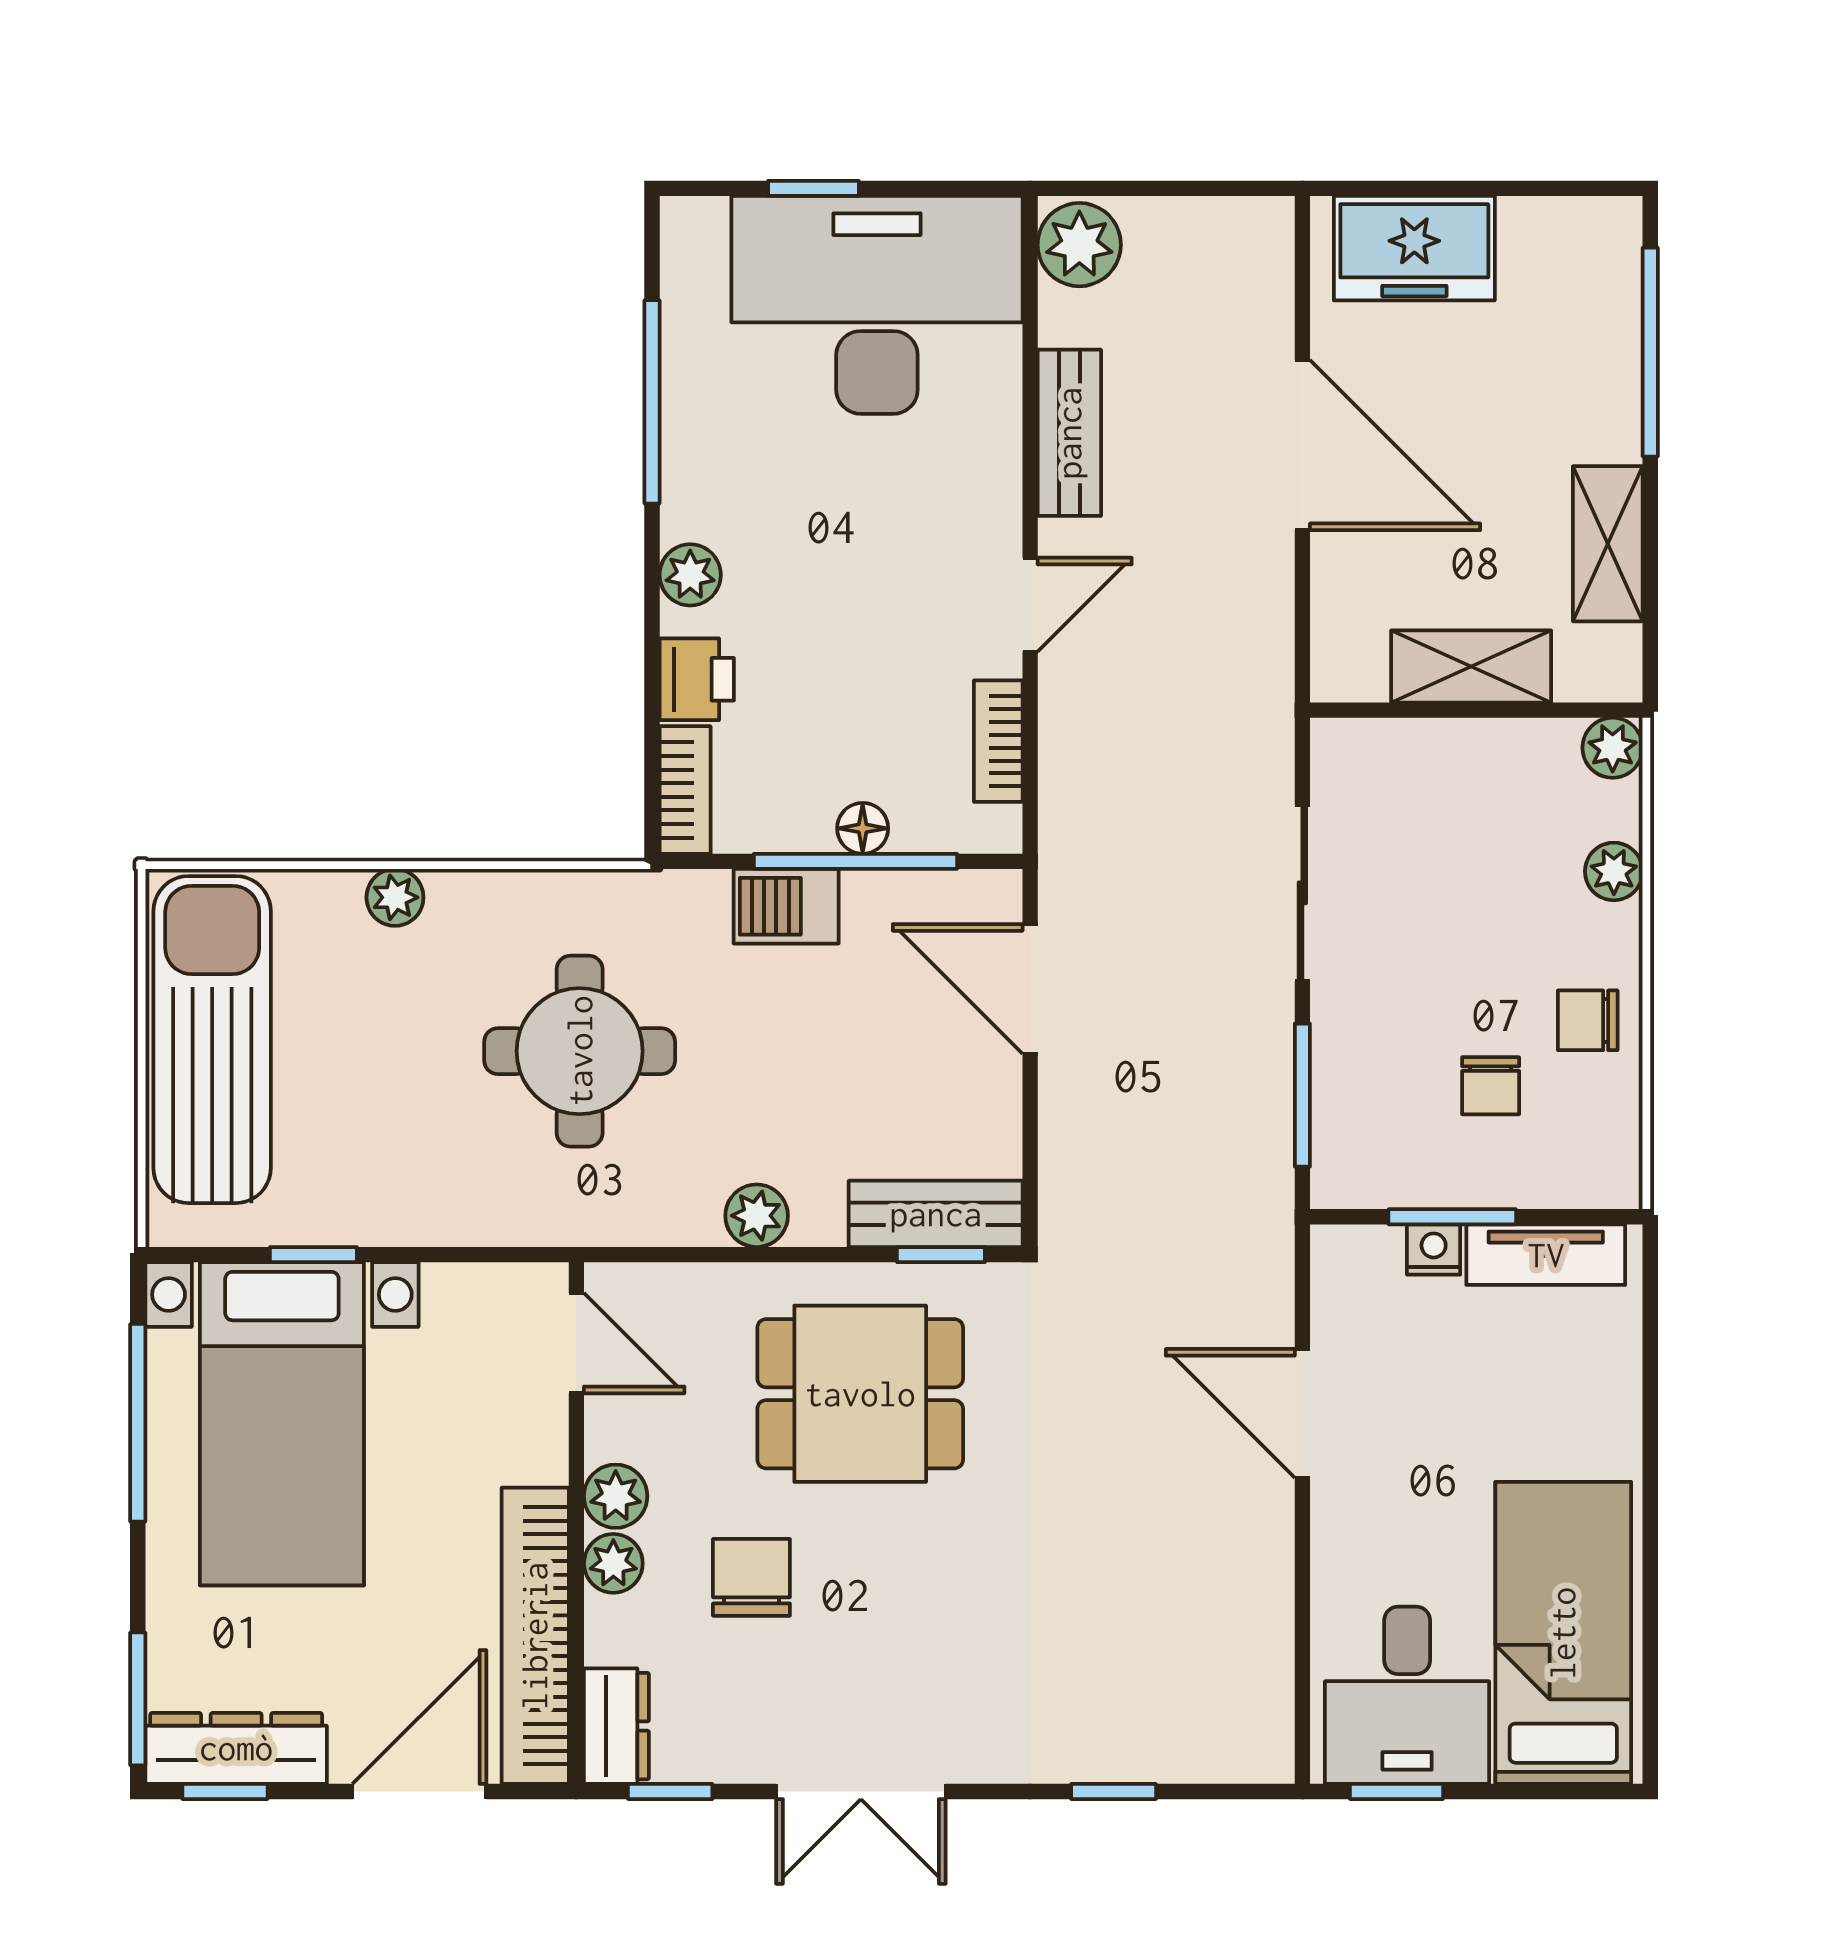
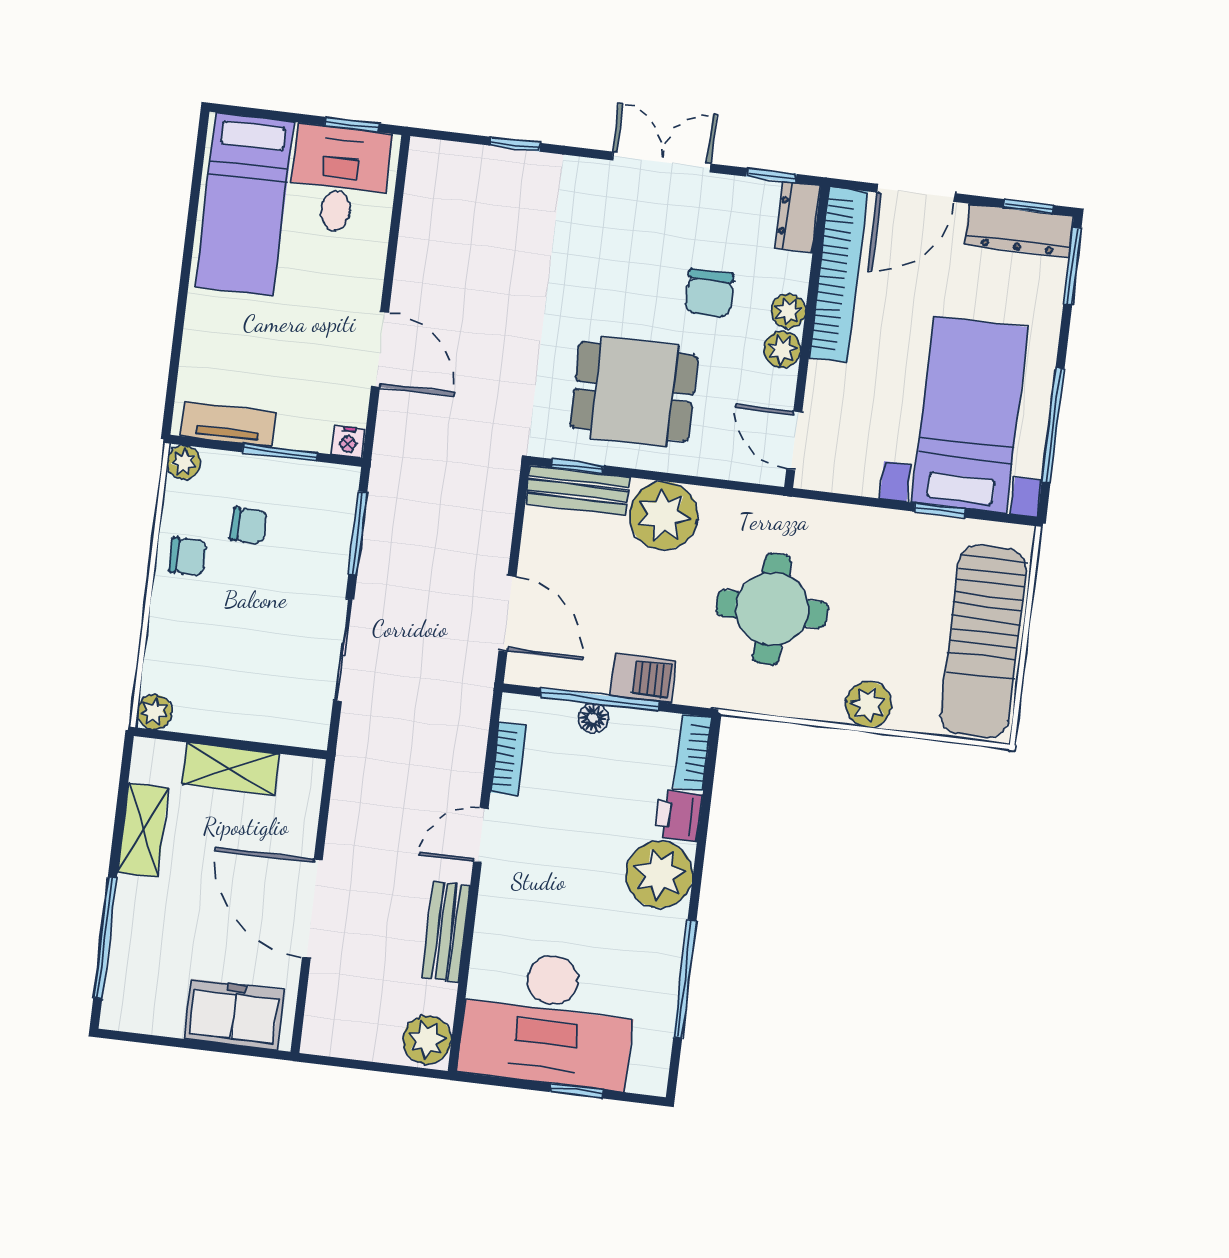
plant: (690, 575) -> (659, 874), width x1.88, depth x1.88
plant: (1614, 871) -> (184, 462), moved
plant: (395, 897) -> (869, 705), width x1.38, depth x1.38
chair: (1491, 1086) -> (248, 525), turned 90
plant: (757, 1216) -> (664, 516), width x1.87, depth x1.87
nightstand: (1434, 1249) -> (348, 442), moved

